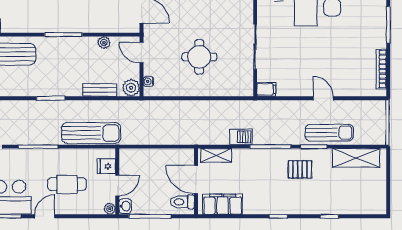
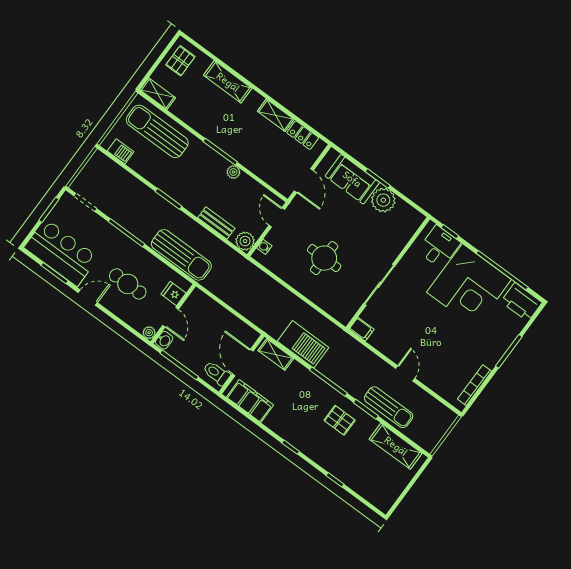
plant: (104, 43) -> (233, 172), moved
barbecue: (241, 137) -> (303, 344), width x1.88, depth x1.53
door: (117, 186) -> (171, 317), hinge flipped

